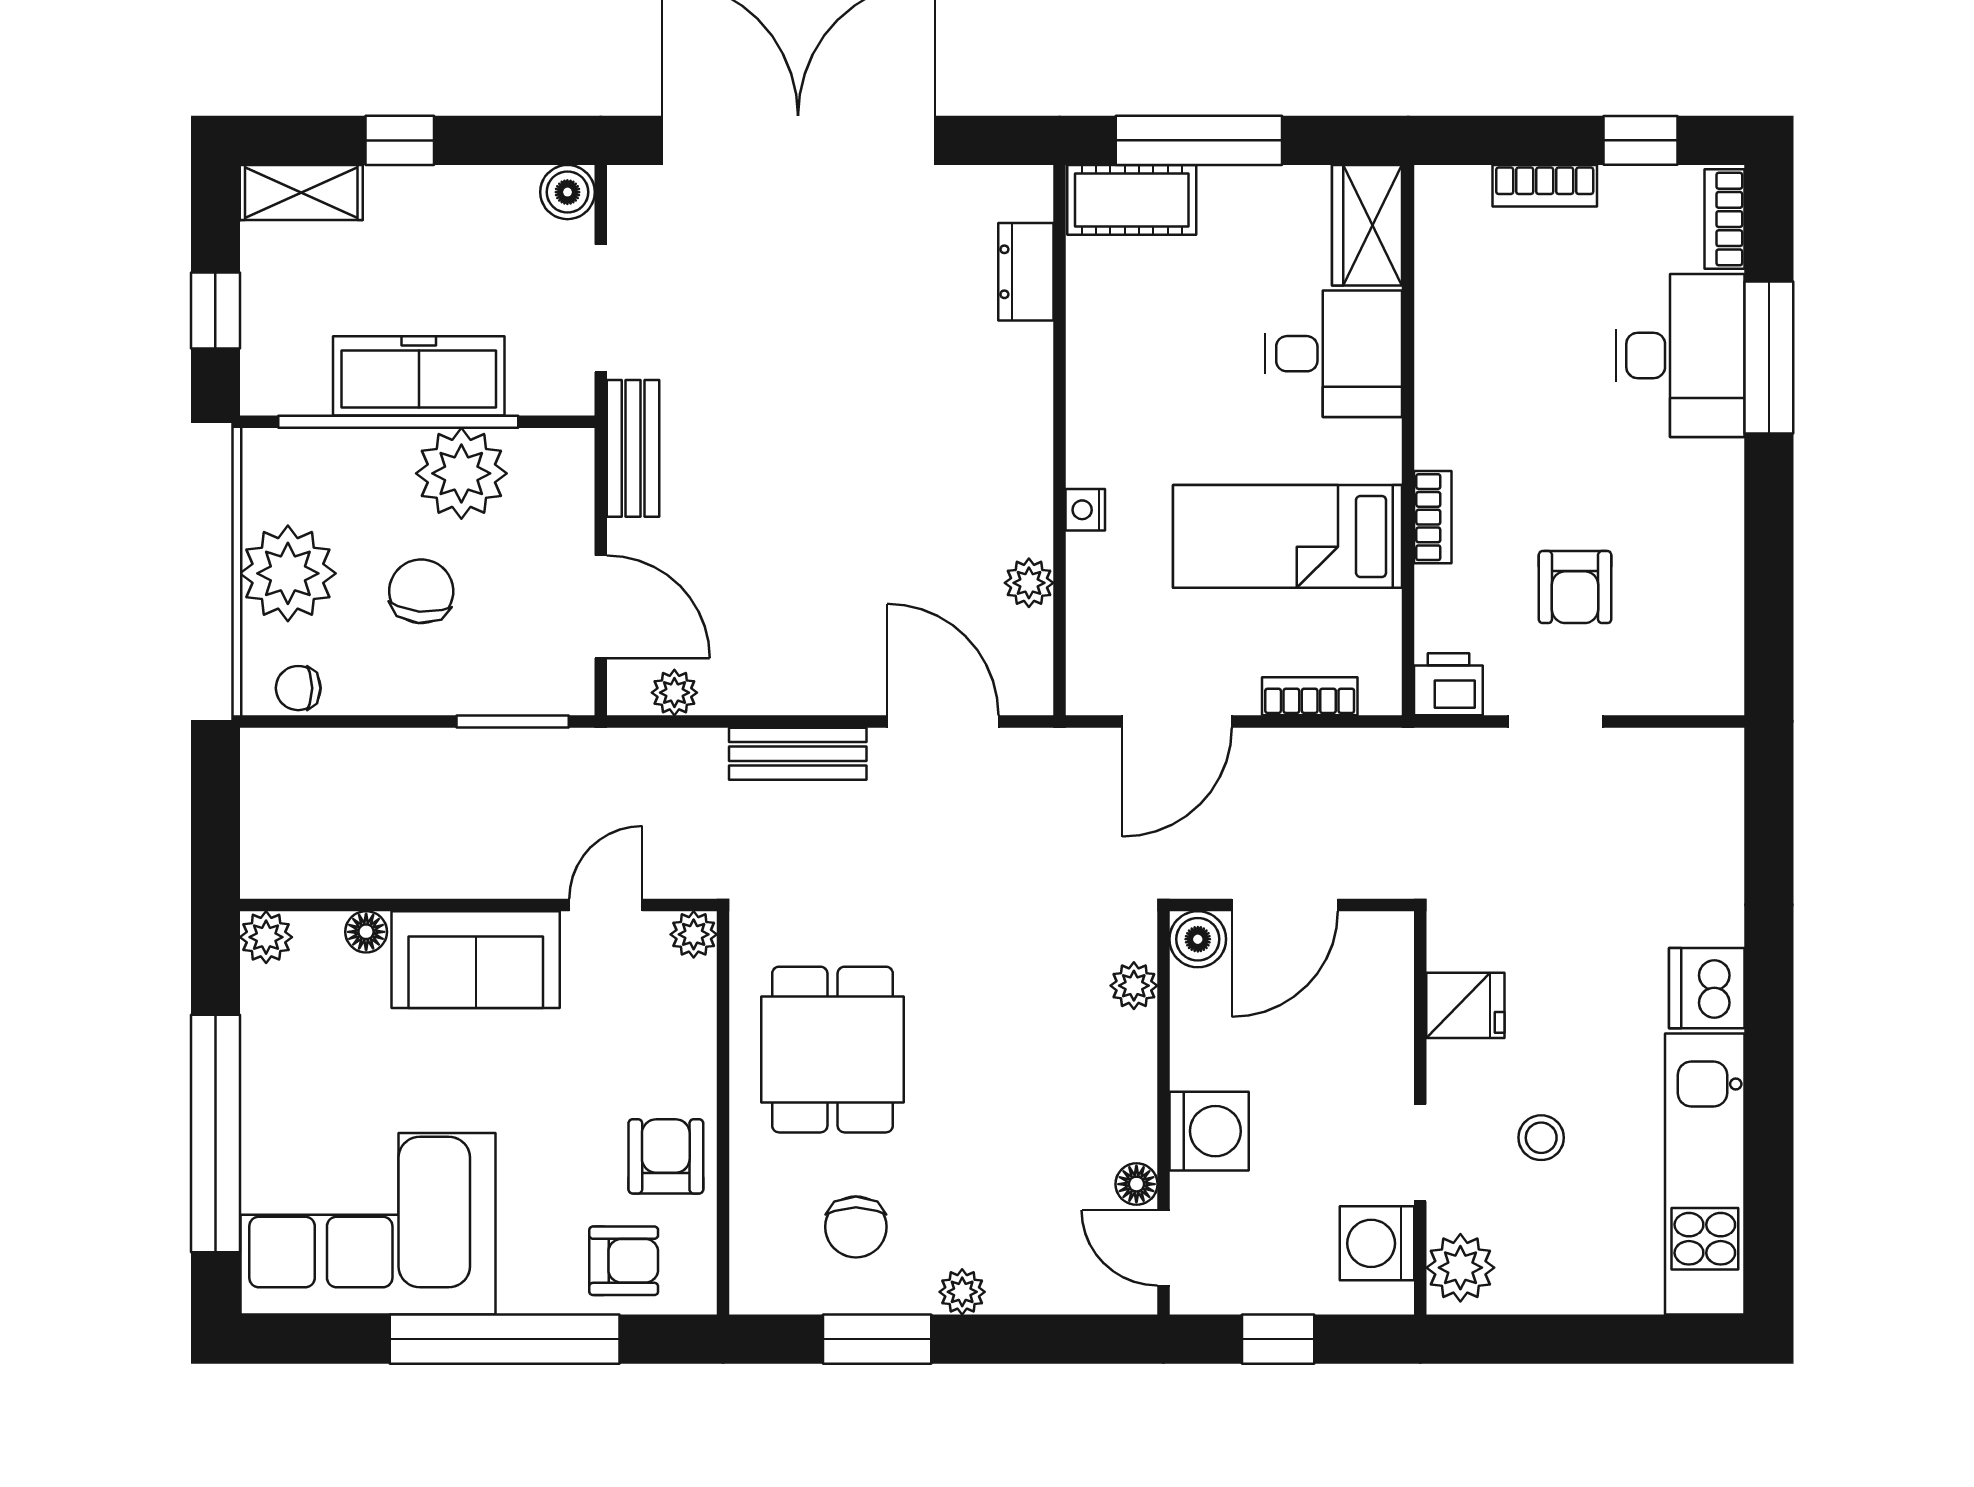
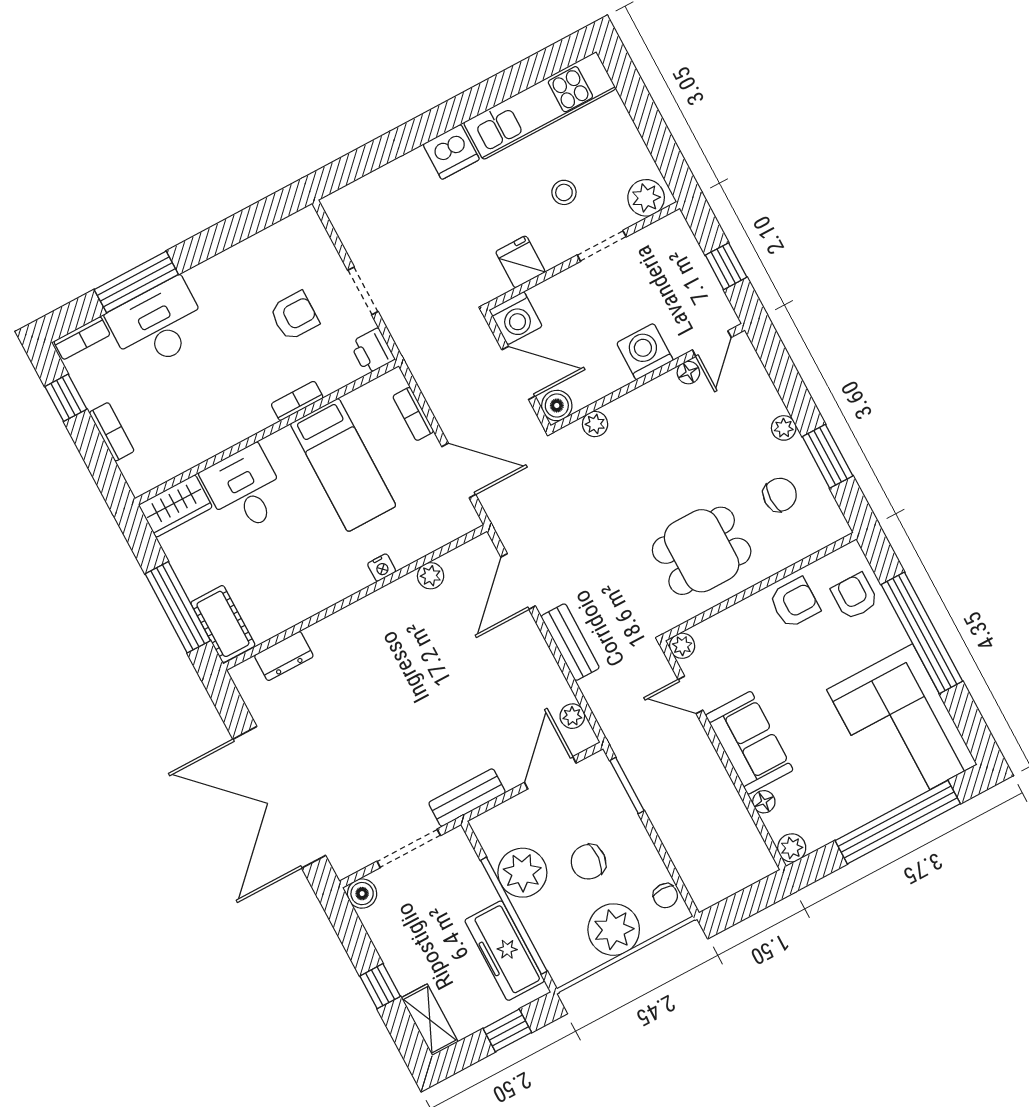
freezer: (419, 376) -> (505, 951), moved
armchair: (666, 1156) -> (794, 603), turned 180
washing machine: (1377, 1243) -> (516, 318), moved

